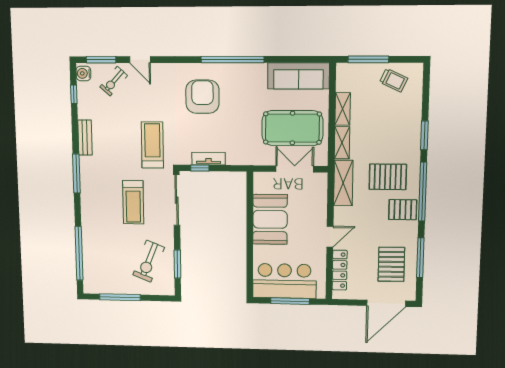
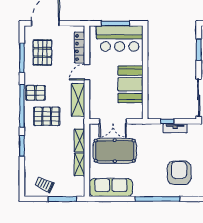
armchair: (202, 97) -> (179, 173), turned 180
window: (200, 168) -> (167, 121), moved
shelving: (343, 183) -> (78, 100), moved

